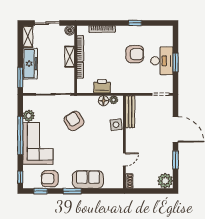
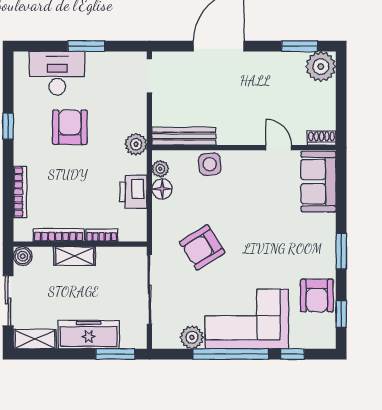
desk: (162, 61) -> (57, 73), moved
plant: (126, 88) -> (136, 144), added
window: (176, 160) -> (300, 46), moved
window: (20, 177) -> (292, 354), moved
sofa: (88, 180) -> (318, 182), moved

